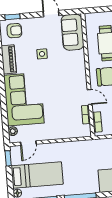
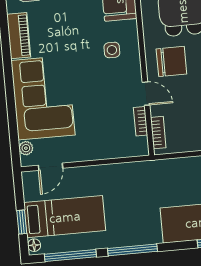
side table: (42, 54) -> (112, 50), moved
window: (8, 158) -> (22, 222), moved

